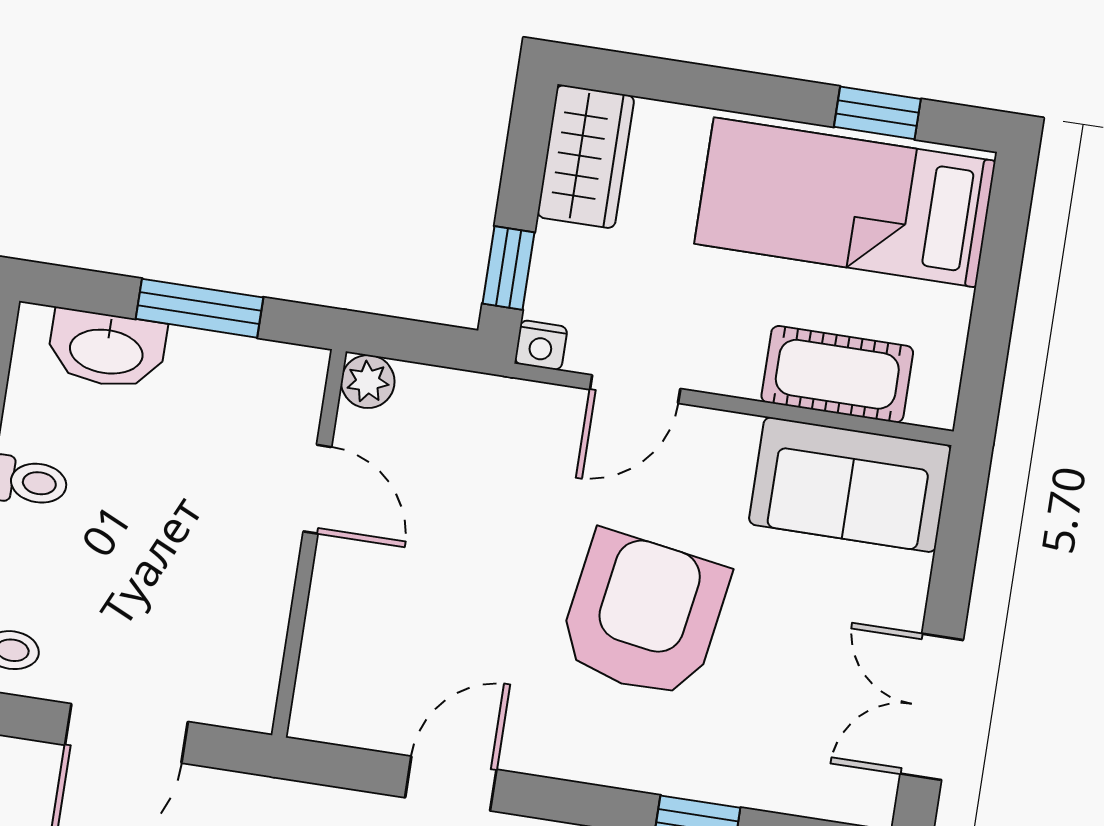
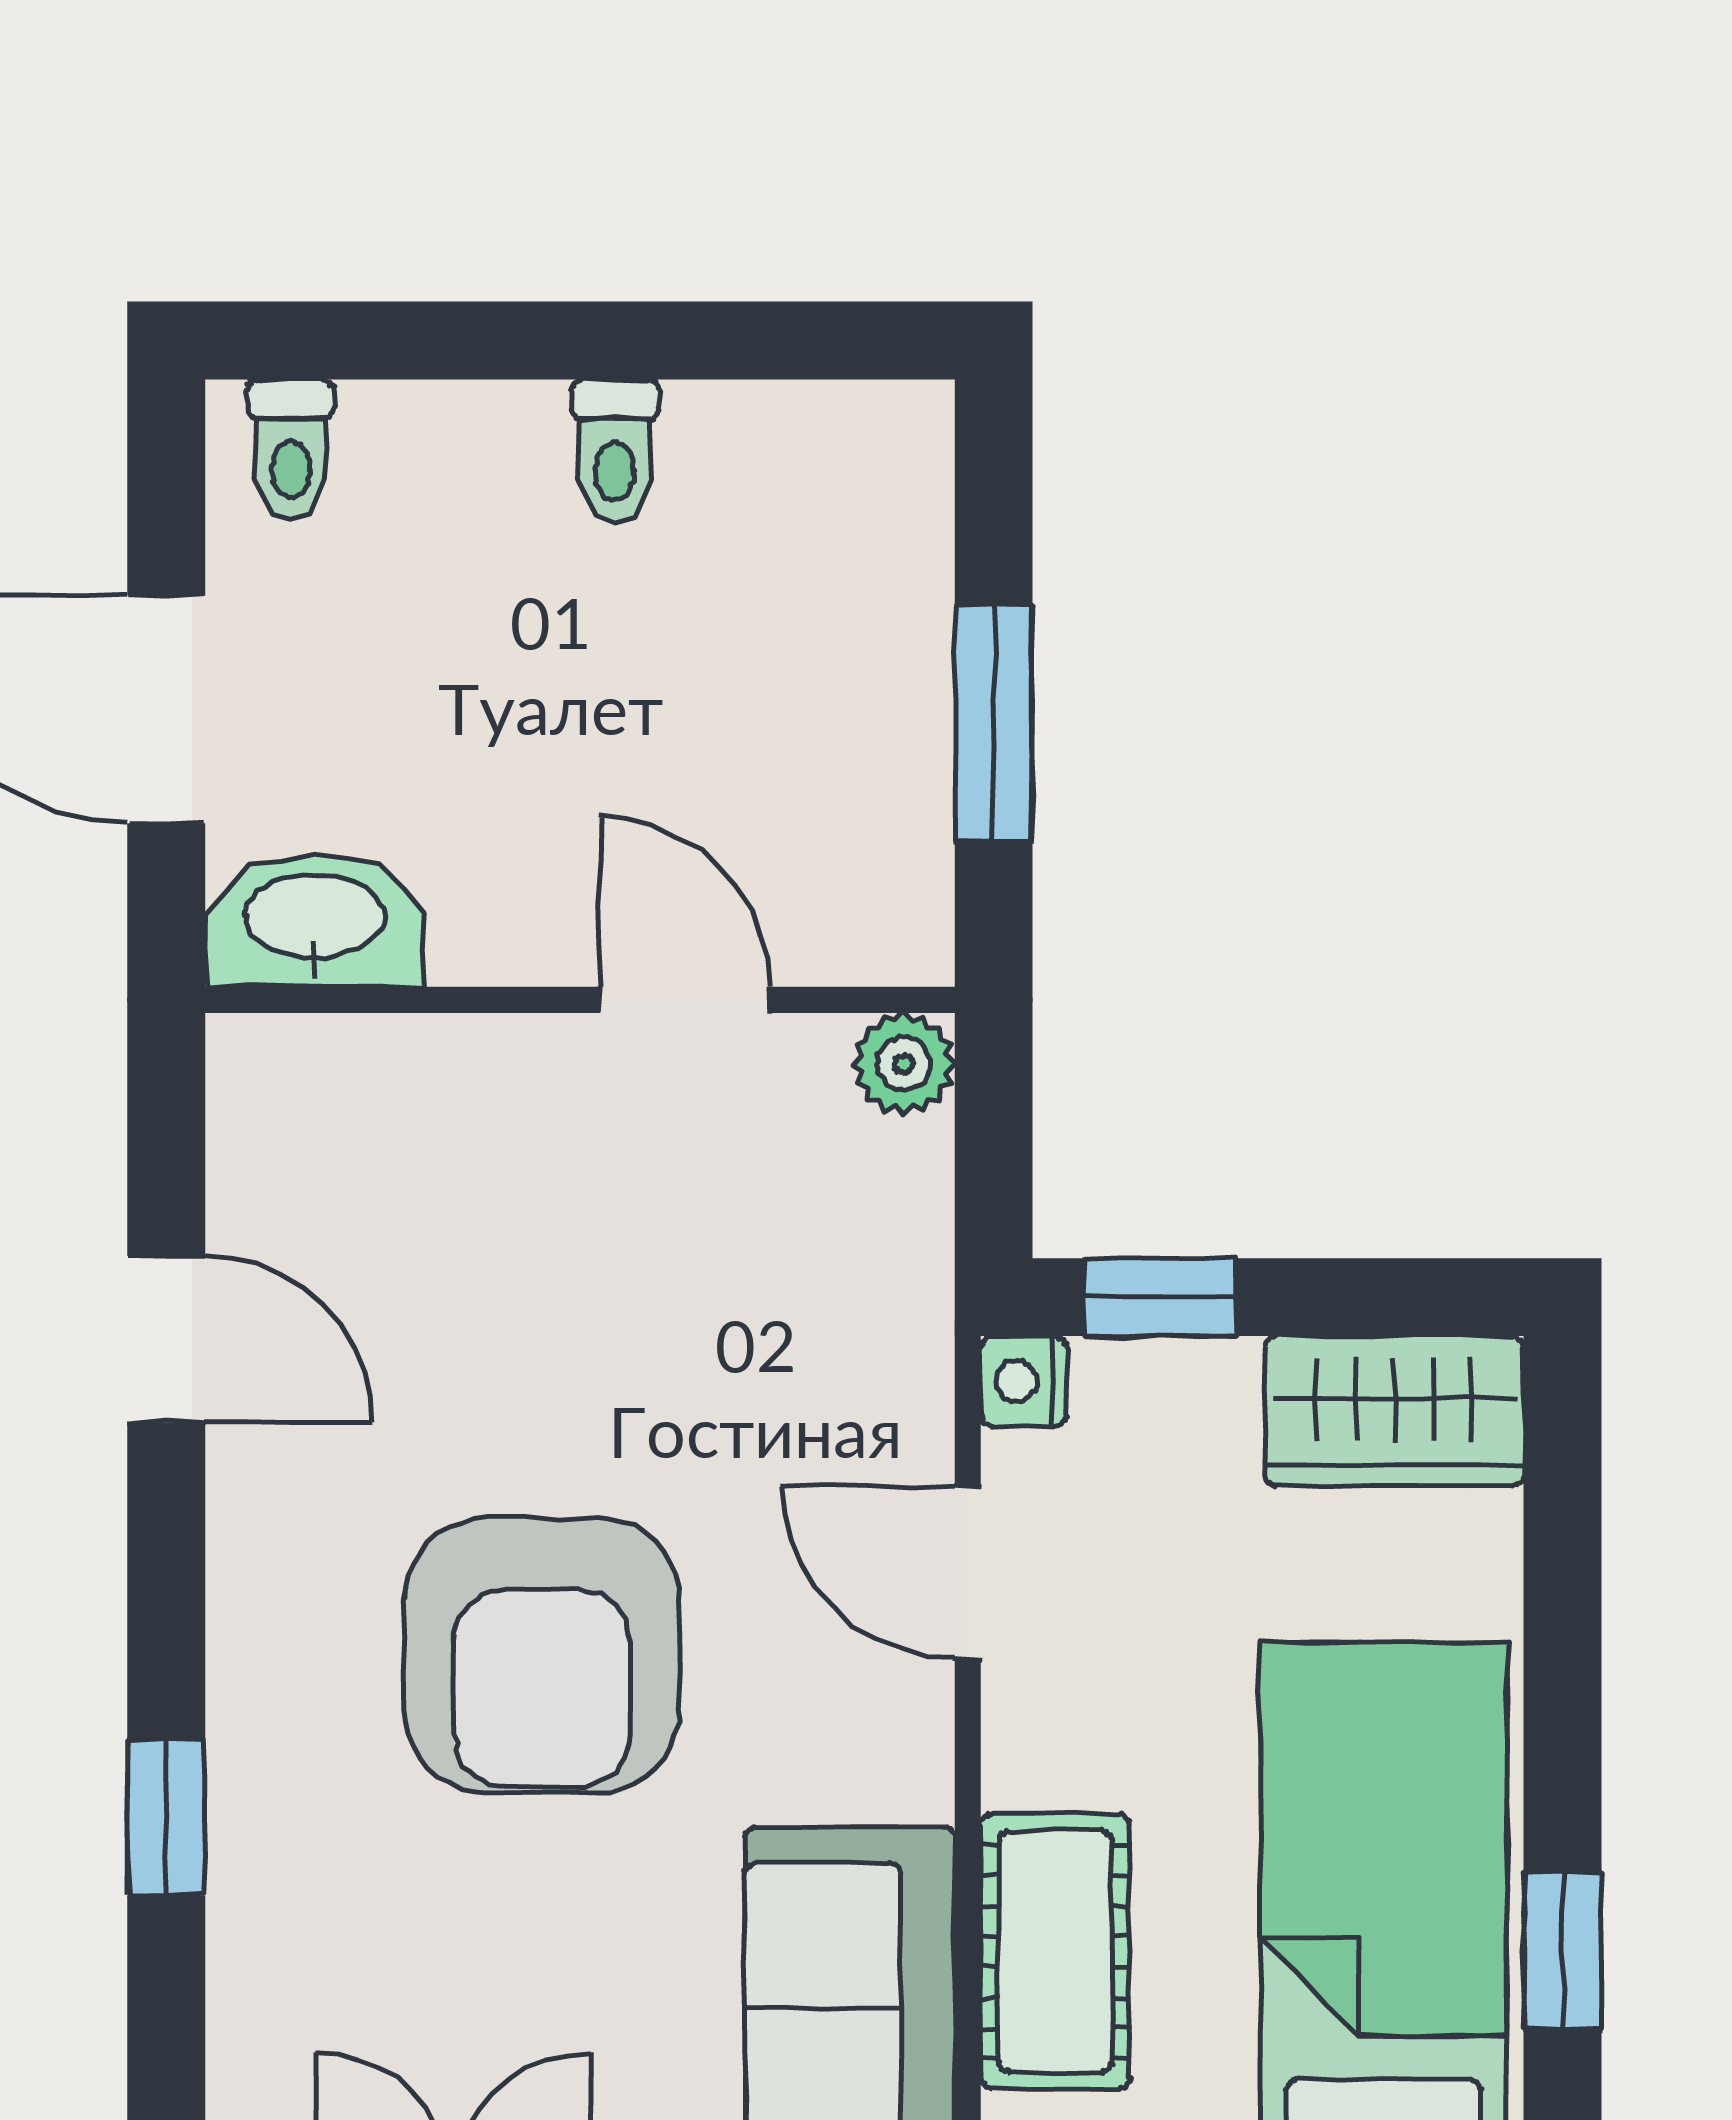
washbasin: (107, 349) -> (314, 920), moved, turned 90
door: (317, 489) -> (685, 1000), swing flipped
armchair: (644, 615) -> (542, 1655), turned 81

